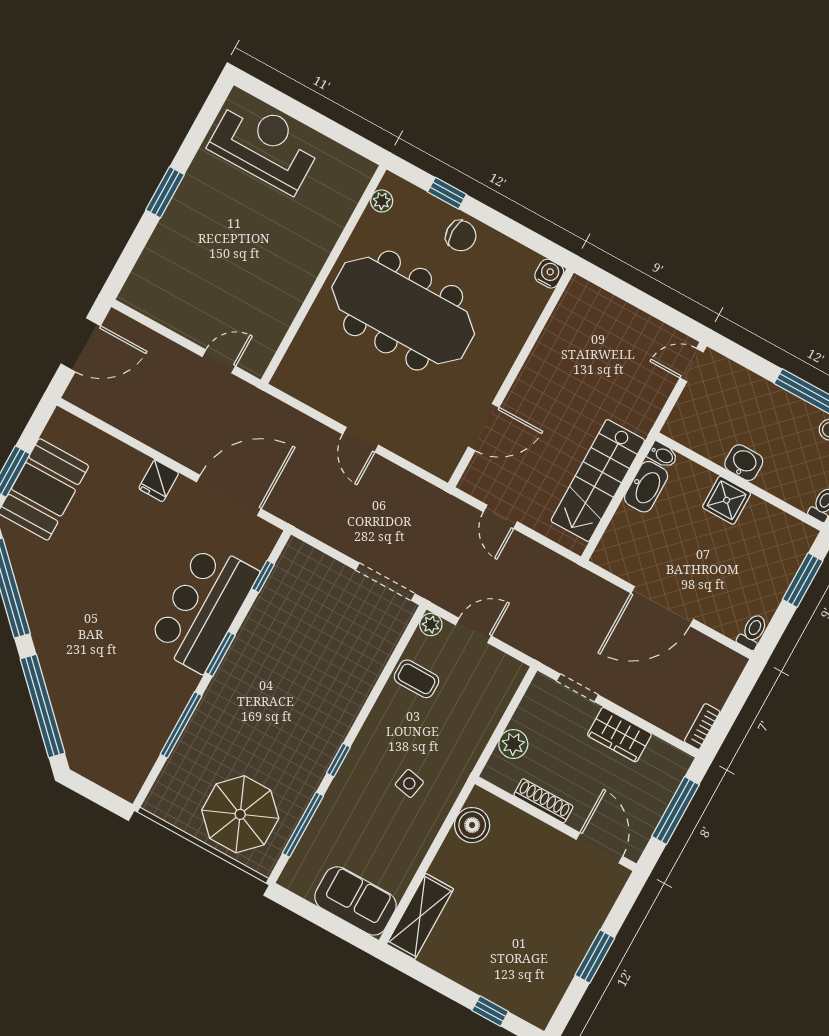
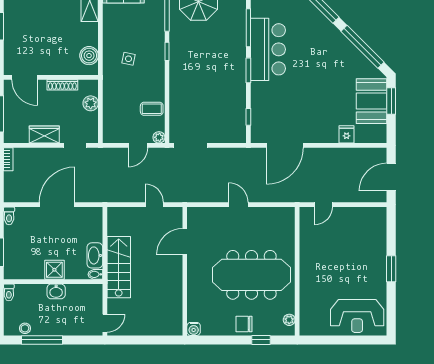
stairs: (598, 480) -> (119, 267), moved
fridge: (159, 481) -> (347, 134), moved
bar counter: (203, 608) -> (268, 49), moved

